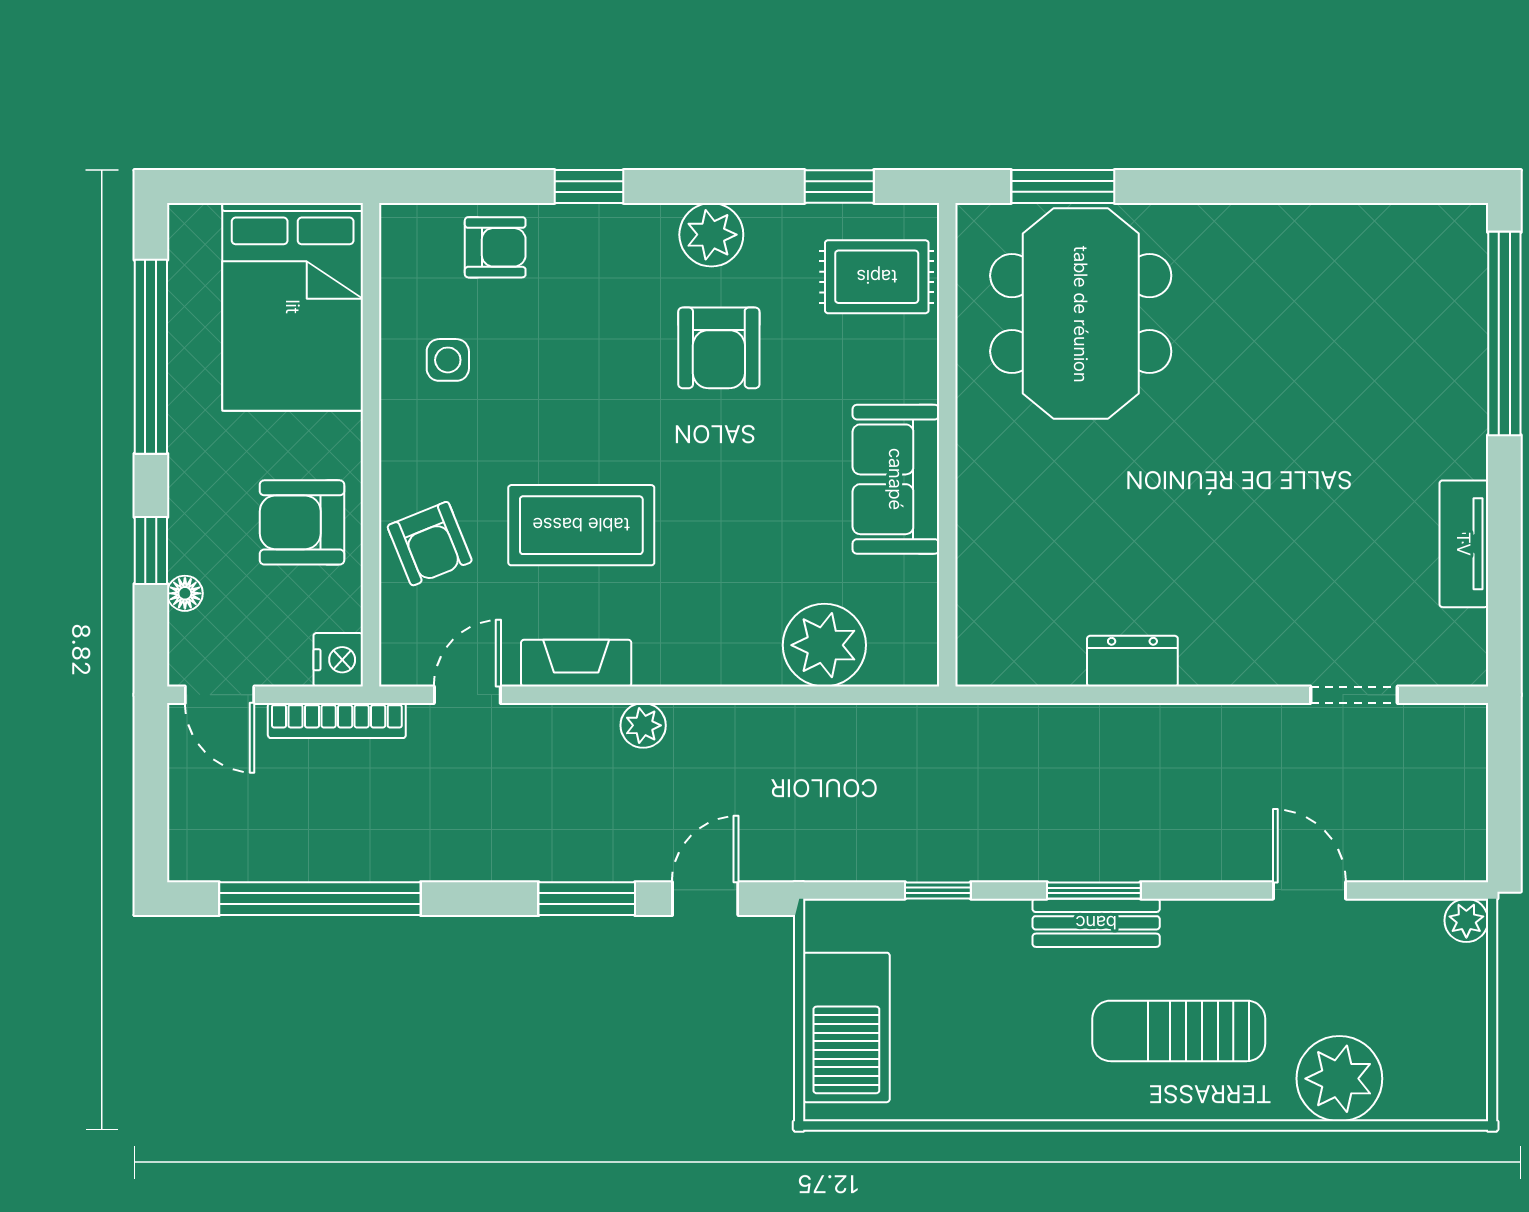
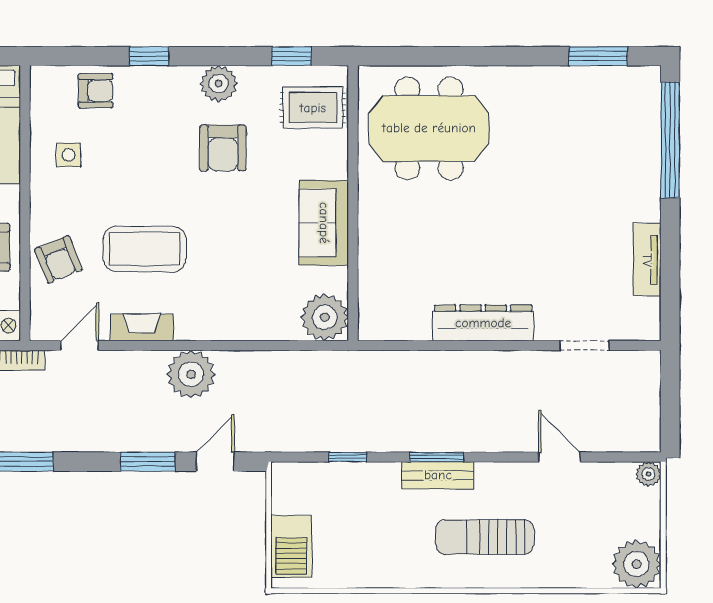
window: (1063, 187) -> (598, 56), moved
meeting table: (1081, 314) -> (429, 128), turned 90
plant: (824, 645) -> (325, 317), moved
dresser: (1132, 661) -> (483, 323), width x1.96, depth x1.24
plant: (643, 725) -> (191, 374), width x1.88, depth x1.88
barbecue: (846, 1027) -> (291, 546), width x0.73, depth x0.83
plant: (1339, 1079) -> (637, 564), moved

